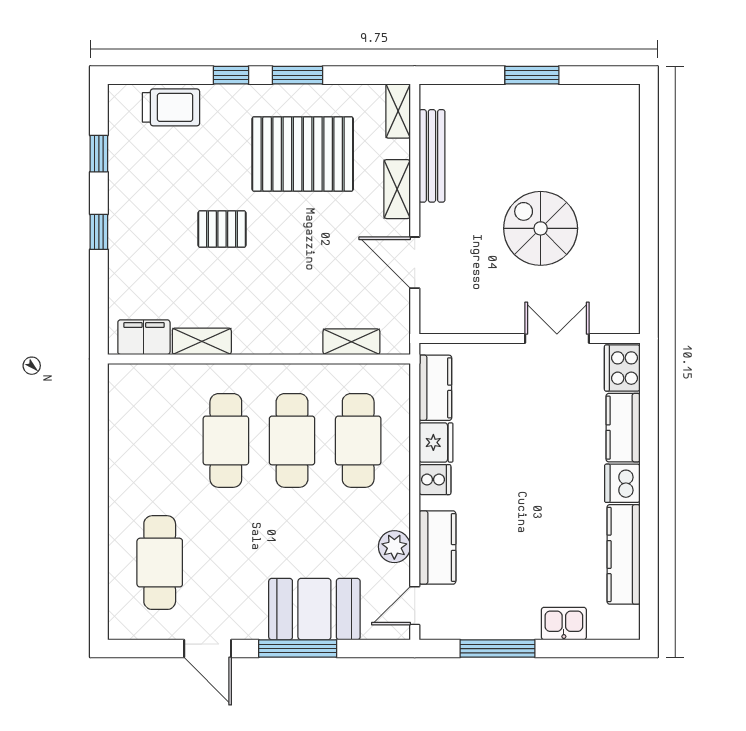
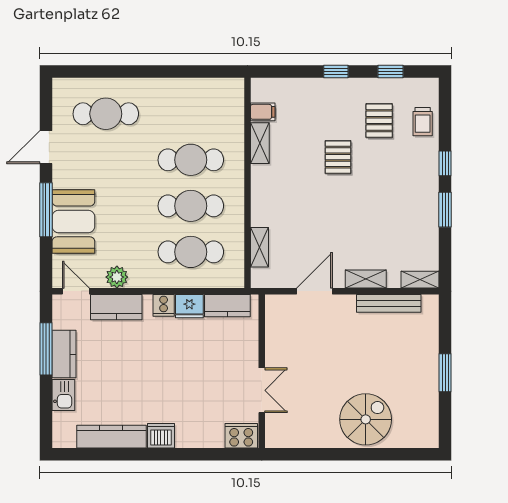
trolley: (171, 107) -> (423, 122), width x0.73, depth x0.72
pallet: (303, 154) -> (379, 121), moved, width x0.49, depth x0.50
spiral stairs: (541, 228) -> (366, 419), moved
filing cabinet: (144, 337) -> (263, 112), width x0.50
kitchen counter: (623, 428) -> (64, 354), moved, turned 90

